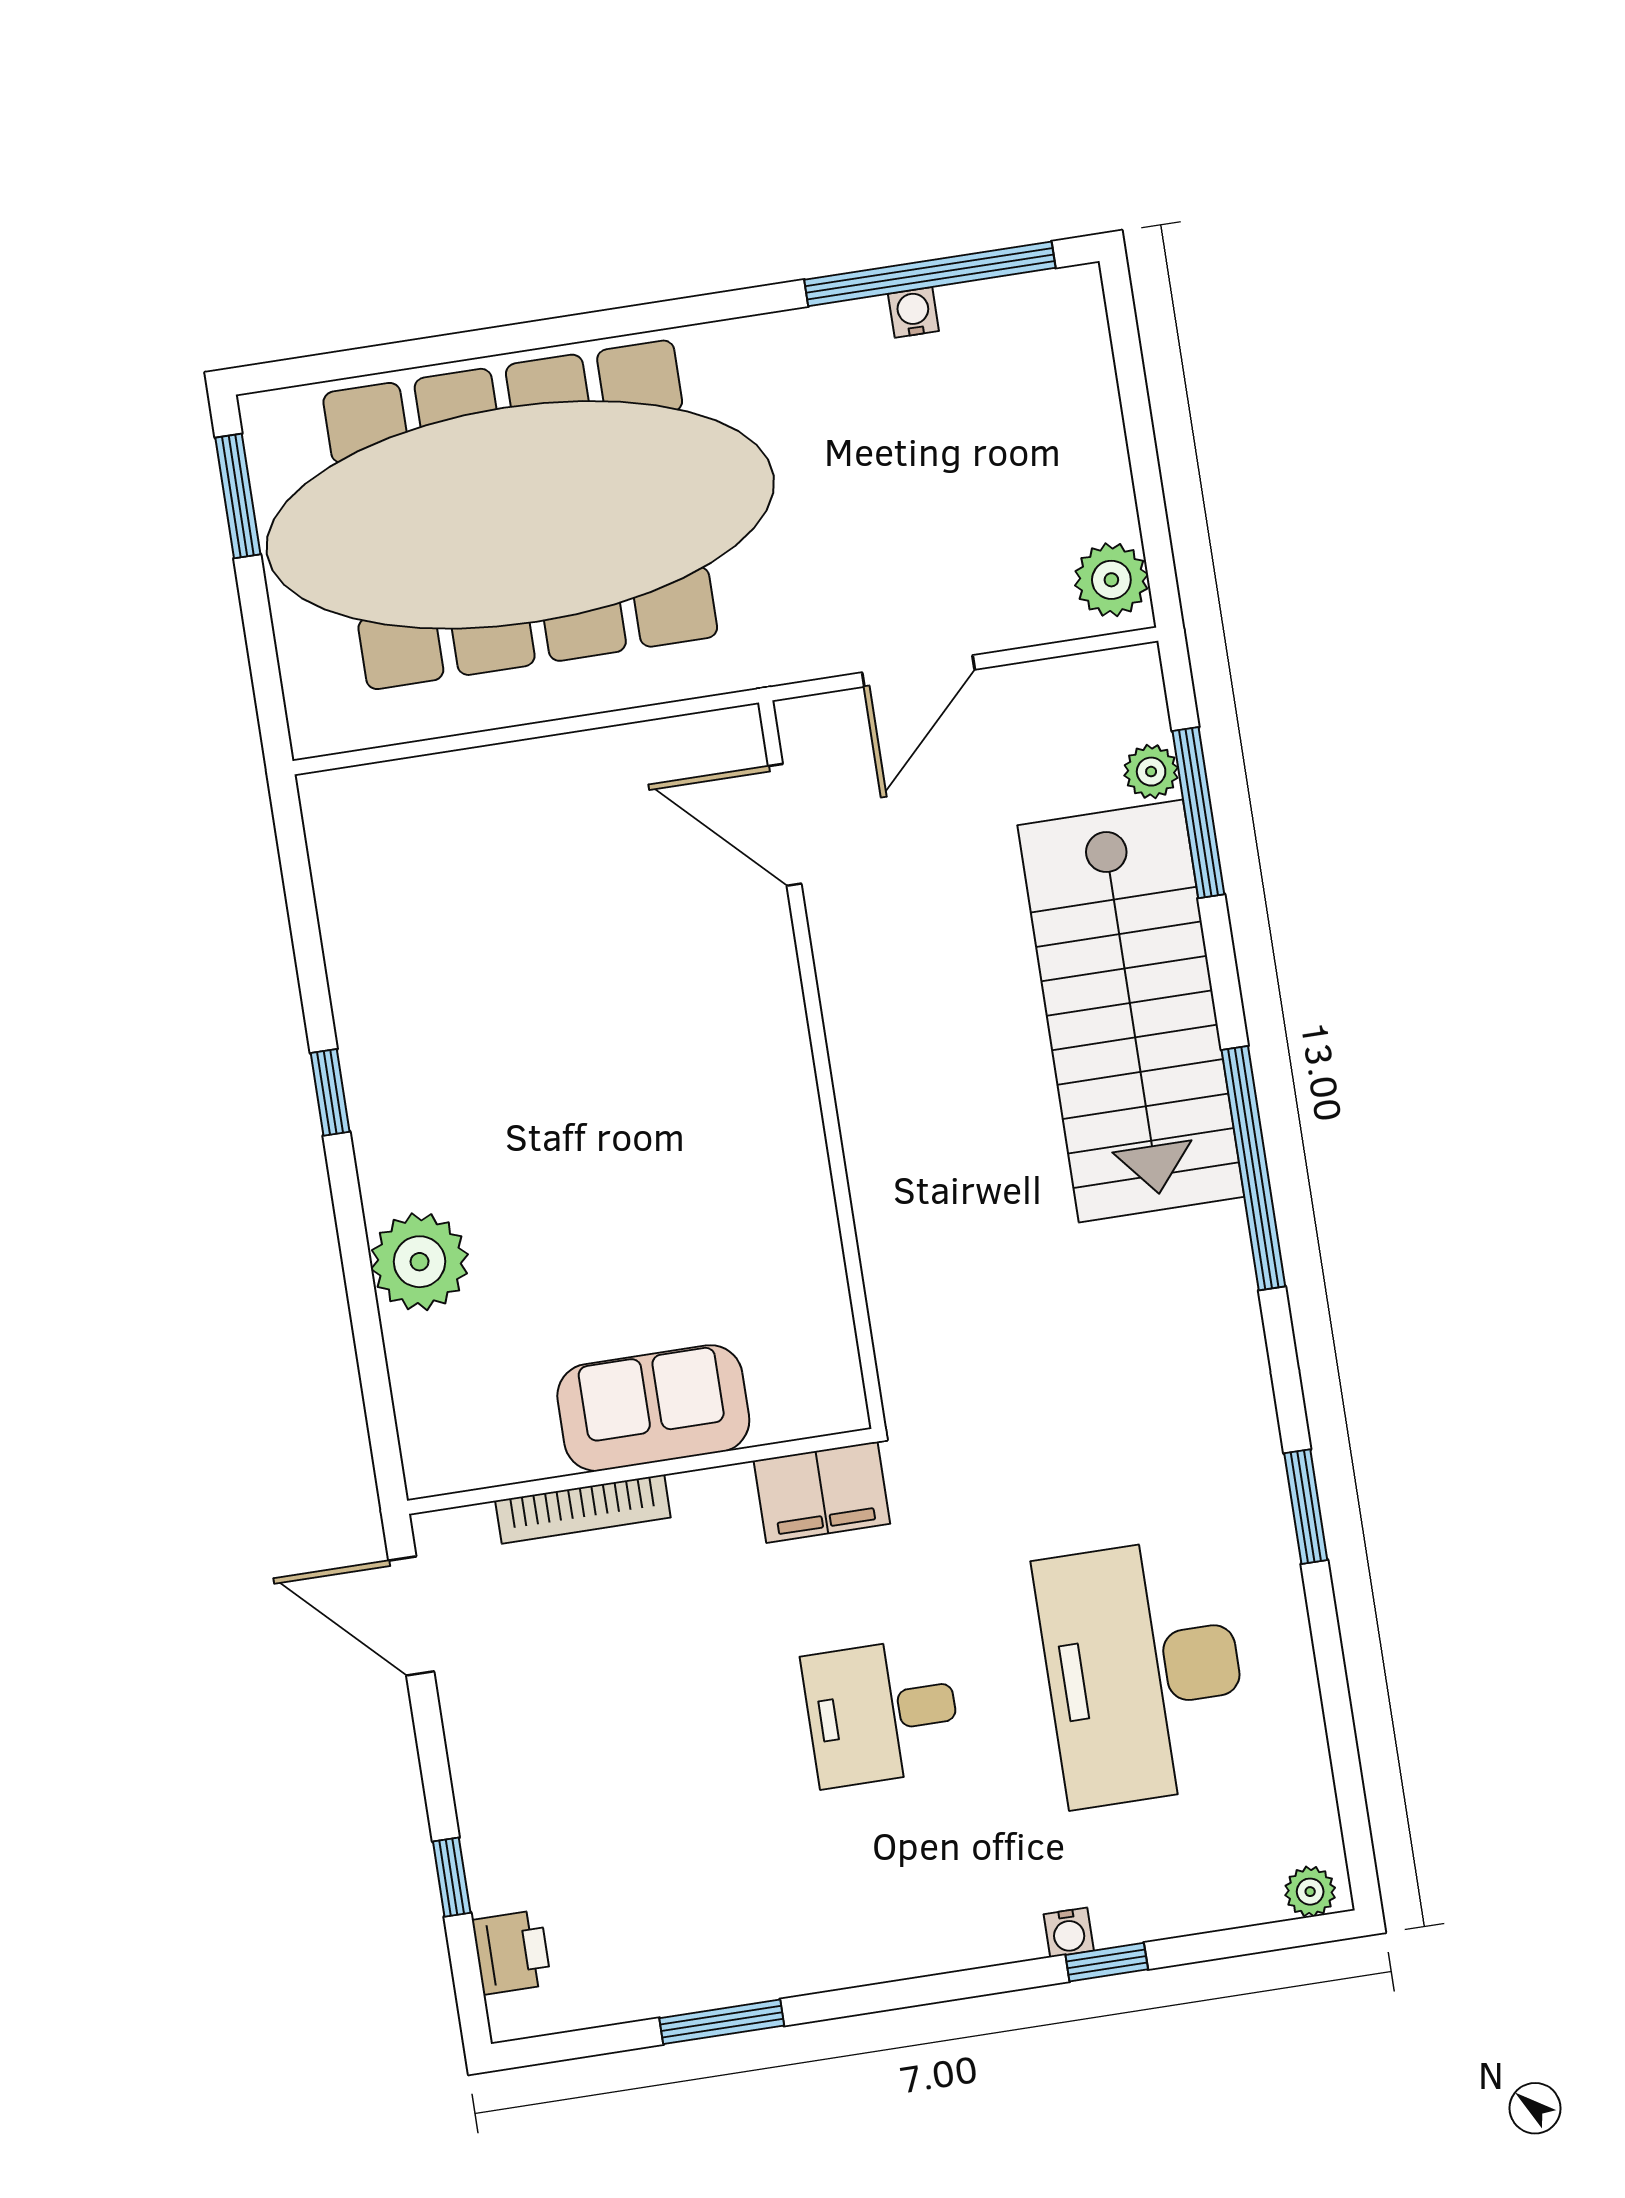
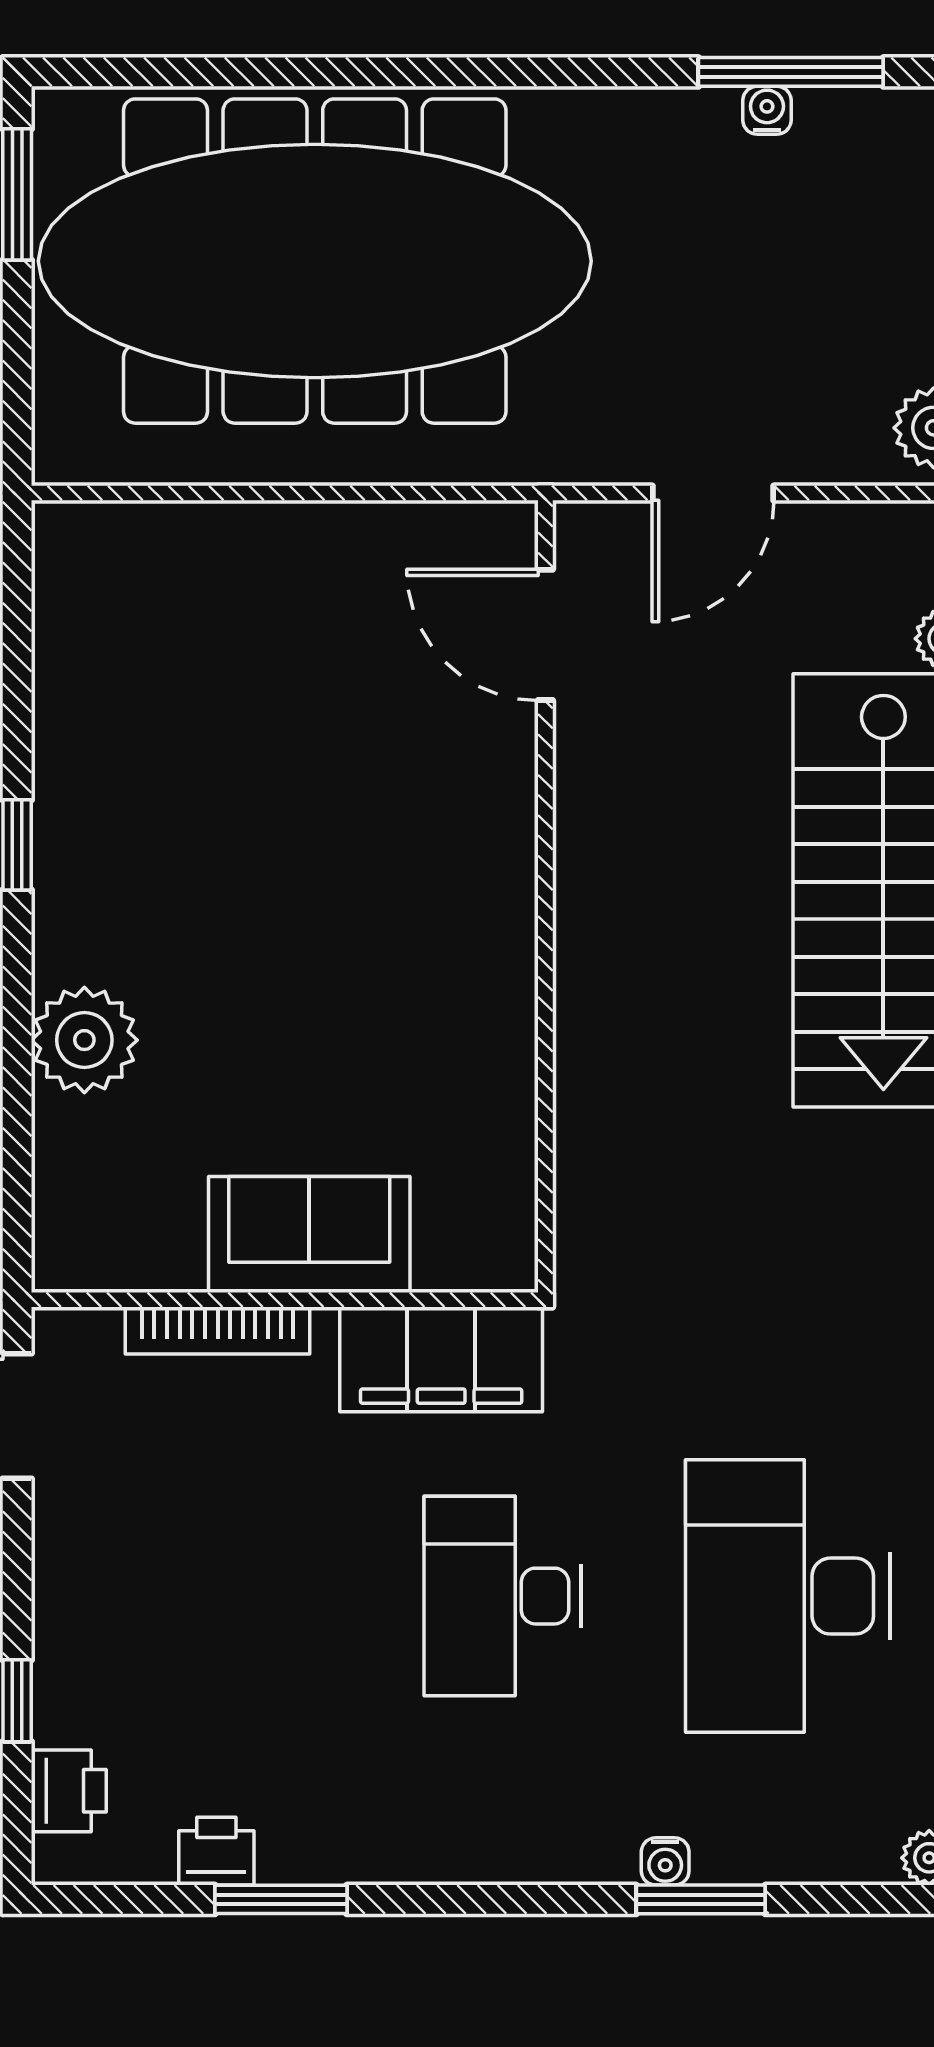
window: (930, 274) -> (791, 72), width x0.68
filing cabinet: (822, 1492) -> (441, 1359), width x1.50, depth x1.17
desk: (882, 1712) -> (503, 1596), width x1.37
window: (1107, 1962) -> (701, 1899), width x1.50
printer: (656, 1987) -> (216, 1851), added

